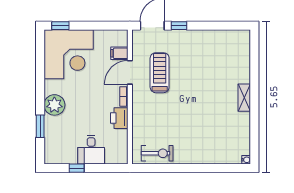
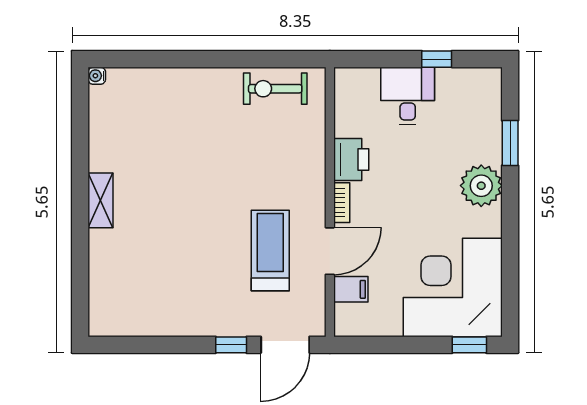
treadmill: (160, 73) -> (270, 251), turned 180

